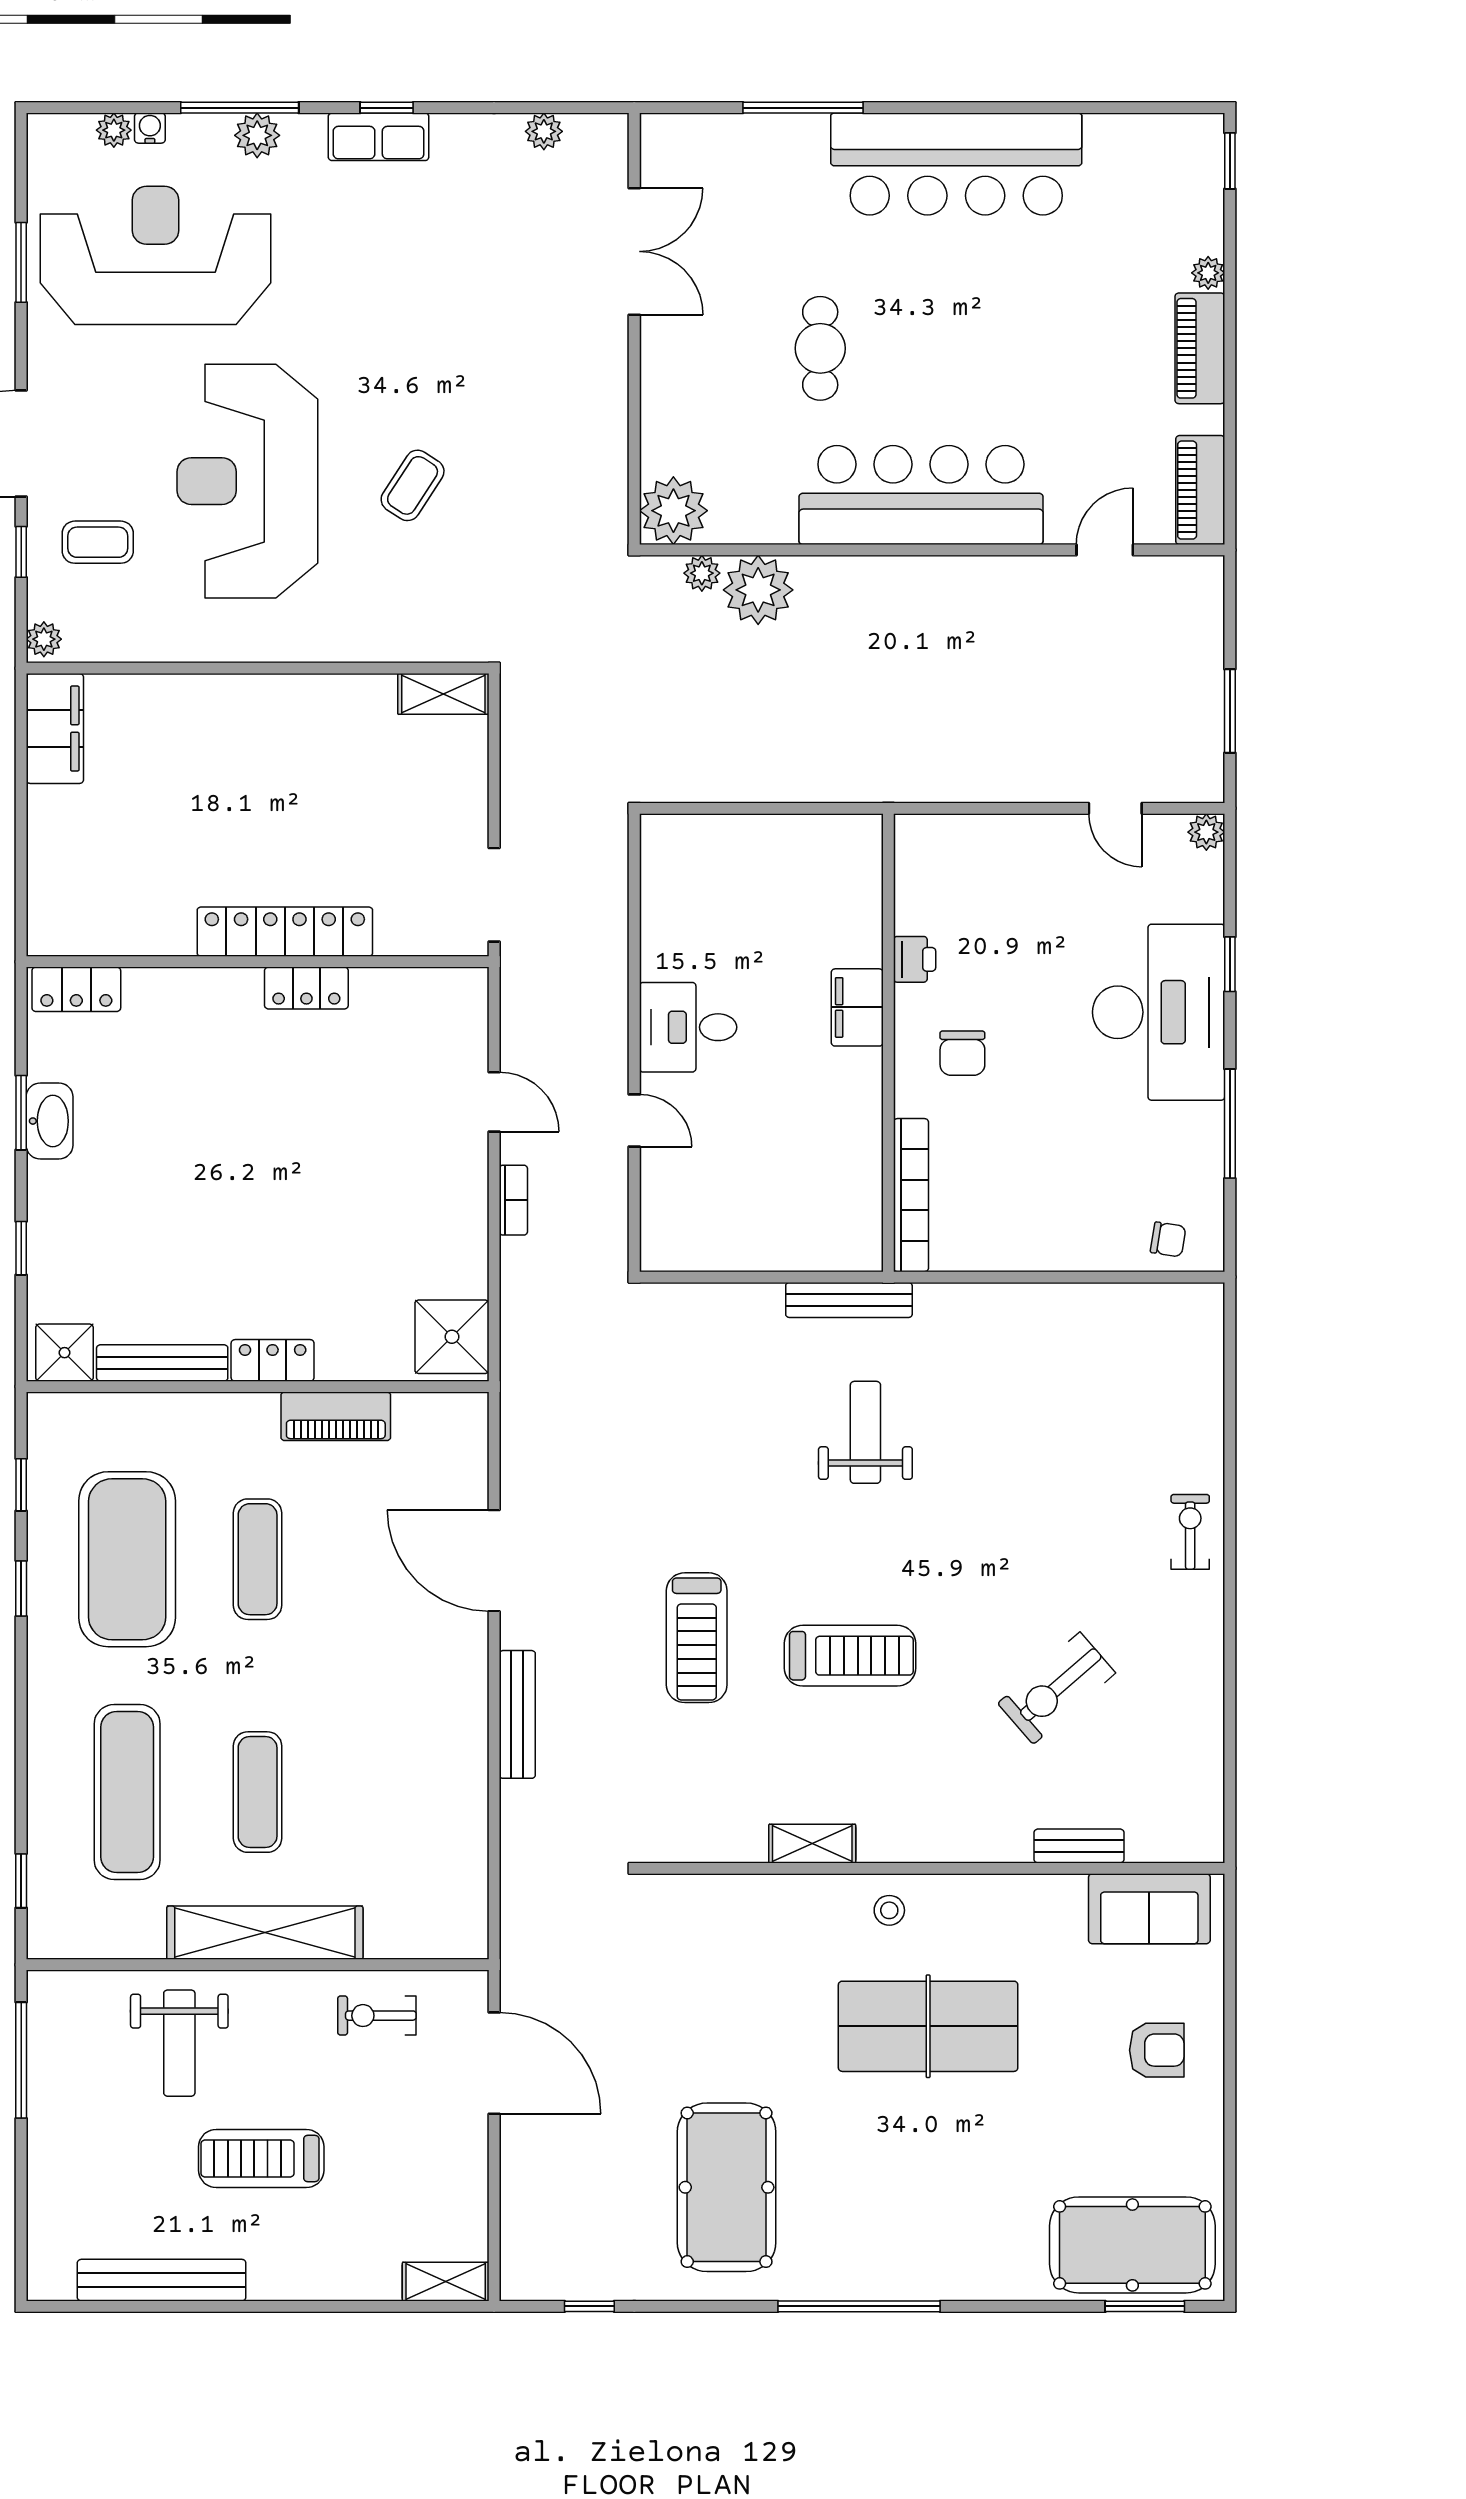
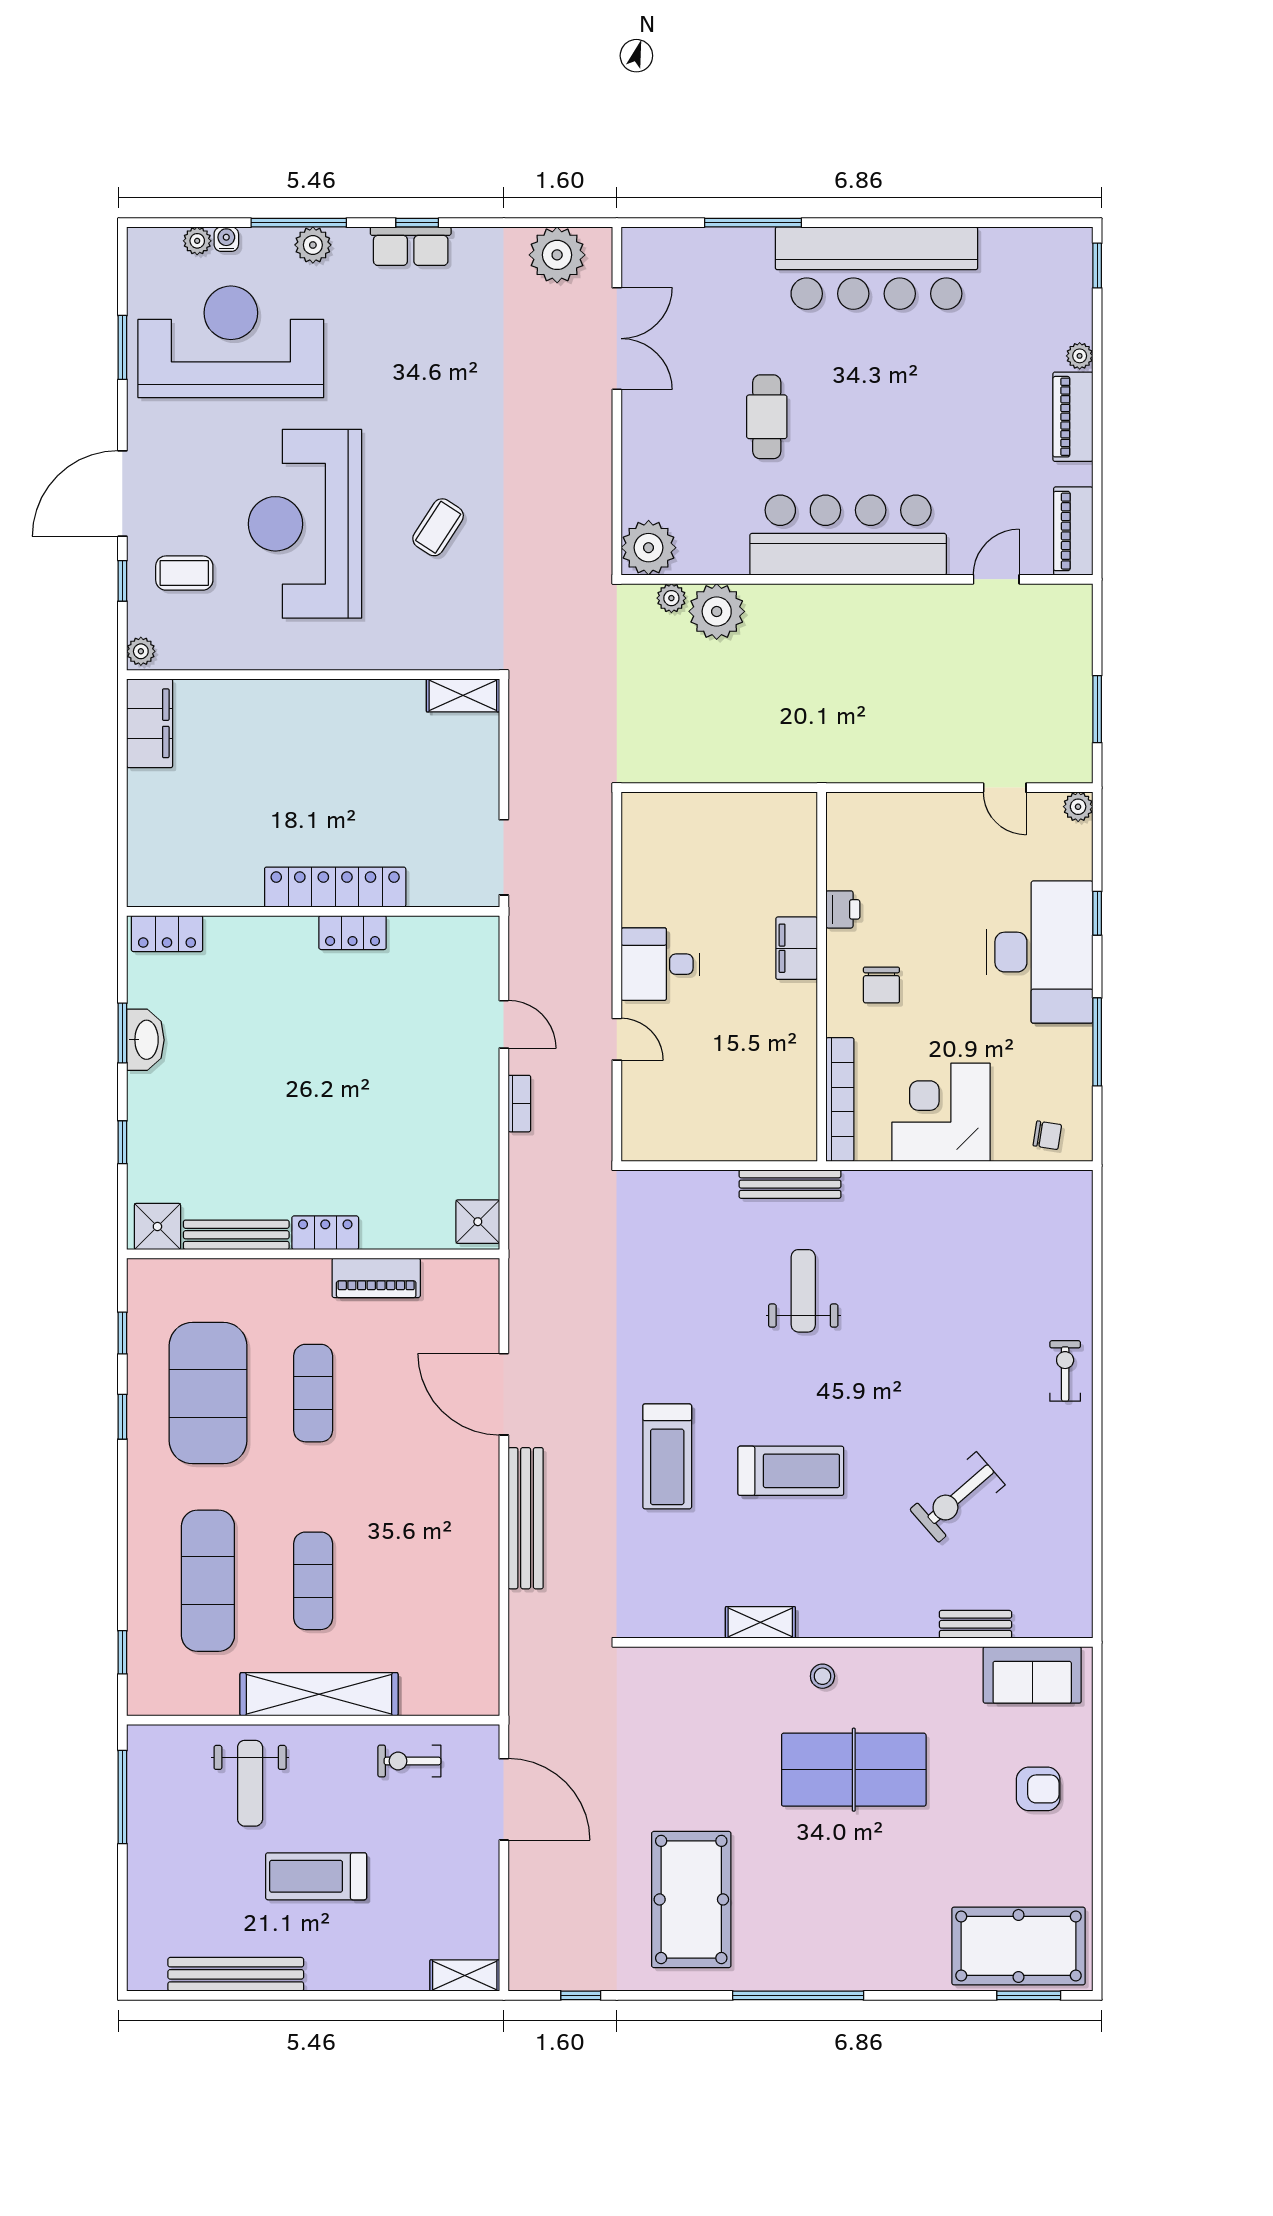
plant: (544, 131) -> (557, 255), width x1.88, depth x1.88
corner desk: (1036, 1211) -> (941, 1112), added
shower: (452, 1337) -> (478, 1222), width x0.73, depth x0.73
bench: (517, 1714) -> (526, 1518), width x1.37, depth x1.21

